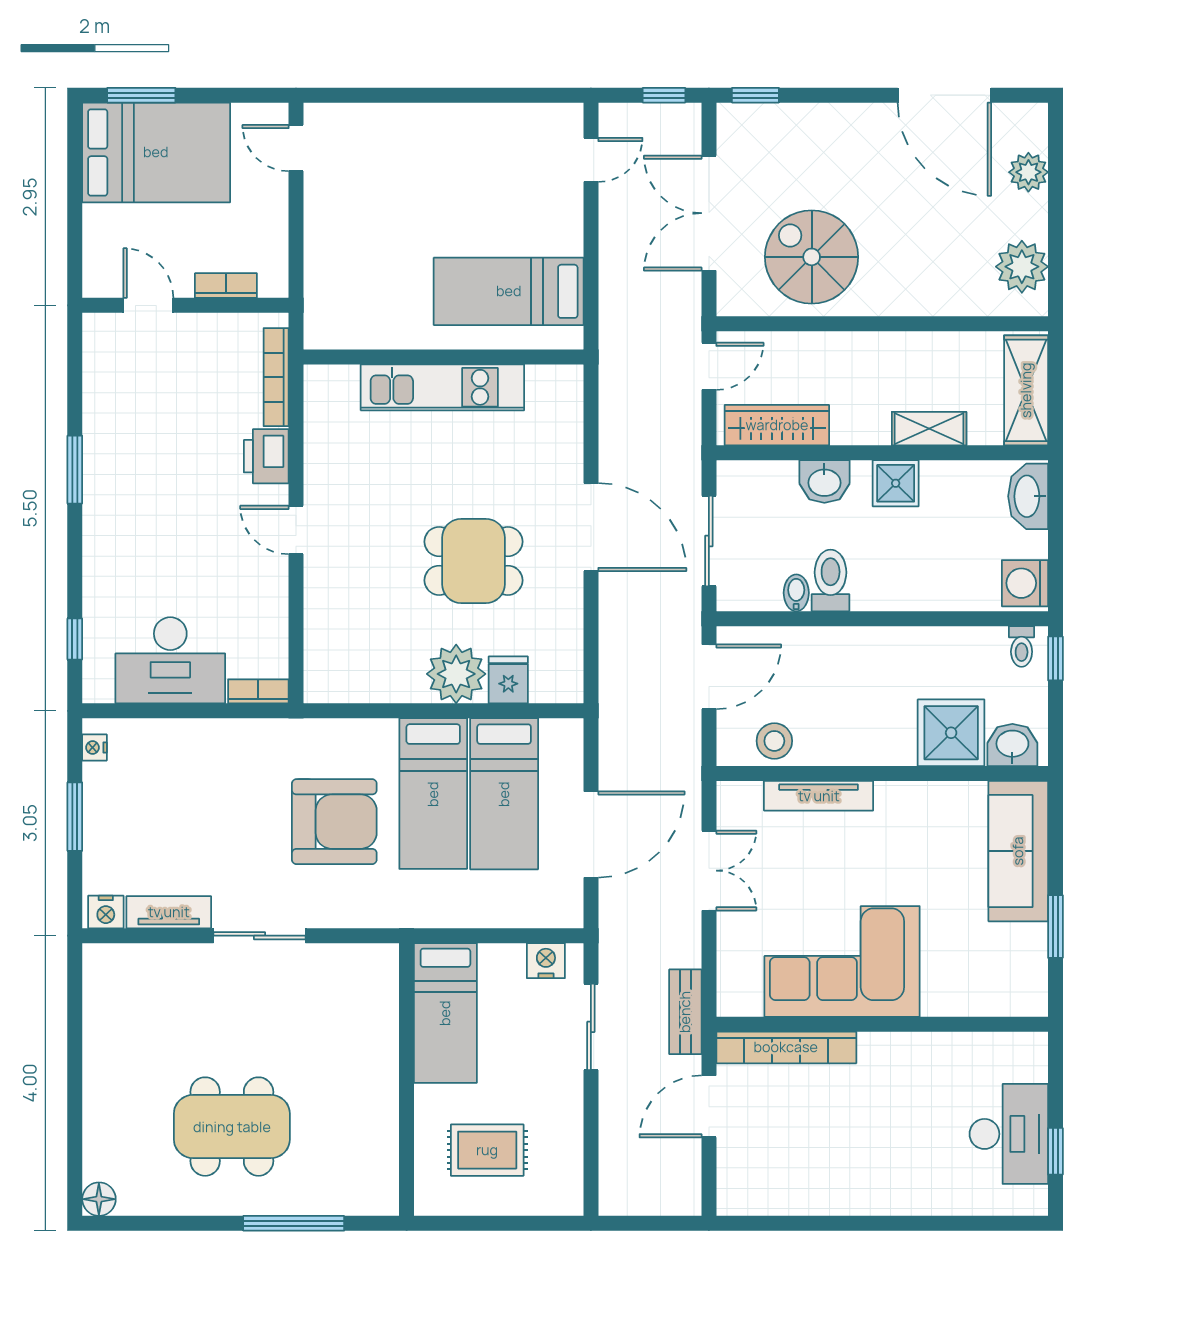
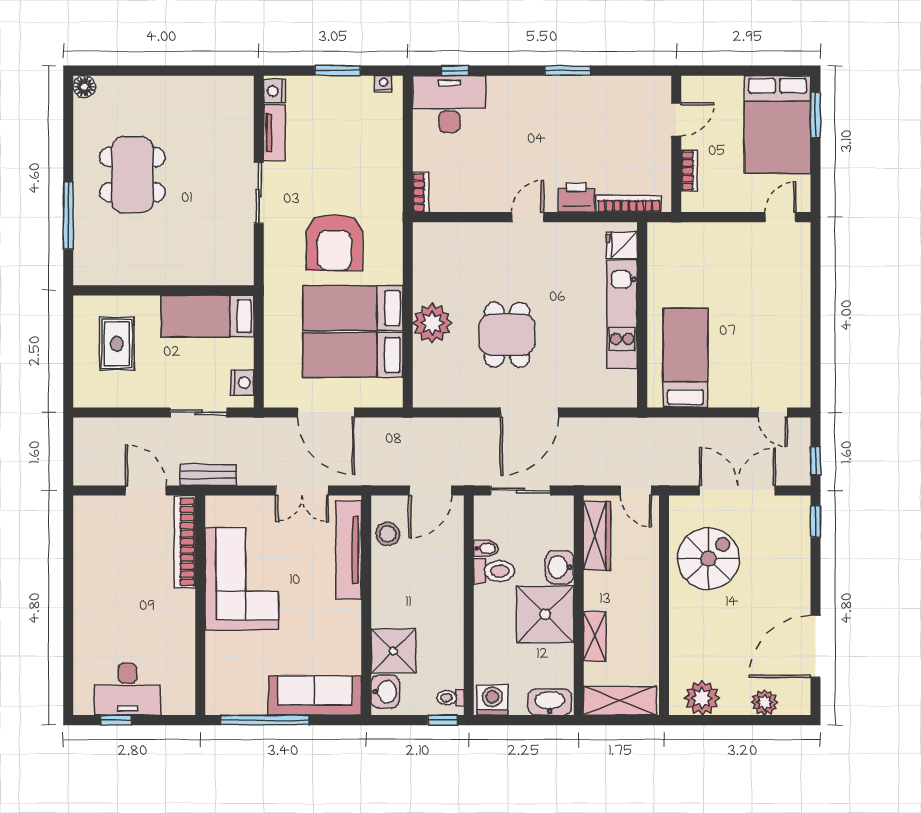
shower: (896, 483) -> (545, 614), width x1.86, depth x1.86
desk: (170, 660) -> (449, 104), moved, turned 90
door: (709, 677) -> (430, 491), hinge flipped
fridge: (508, 680) -> (622, 245), moved, turned 180
tv unit: (819, 796) -> (349, 550), width x1.36, depth x1.29
window: (1055, 927) -> (265, 720), width x2.11

